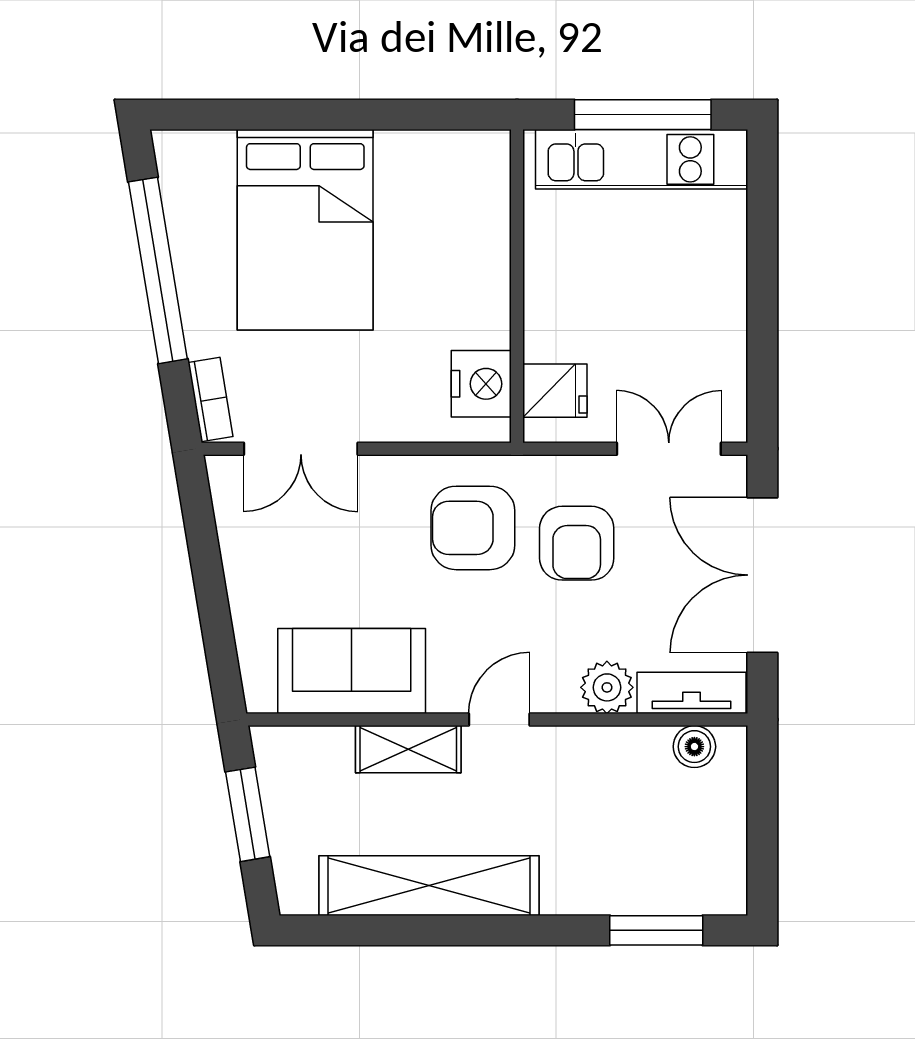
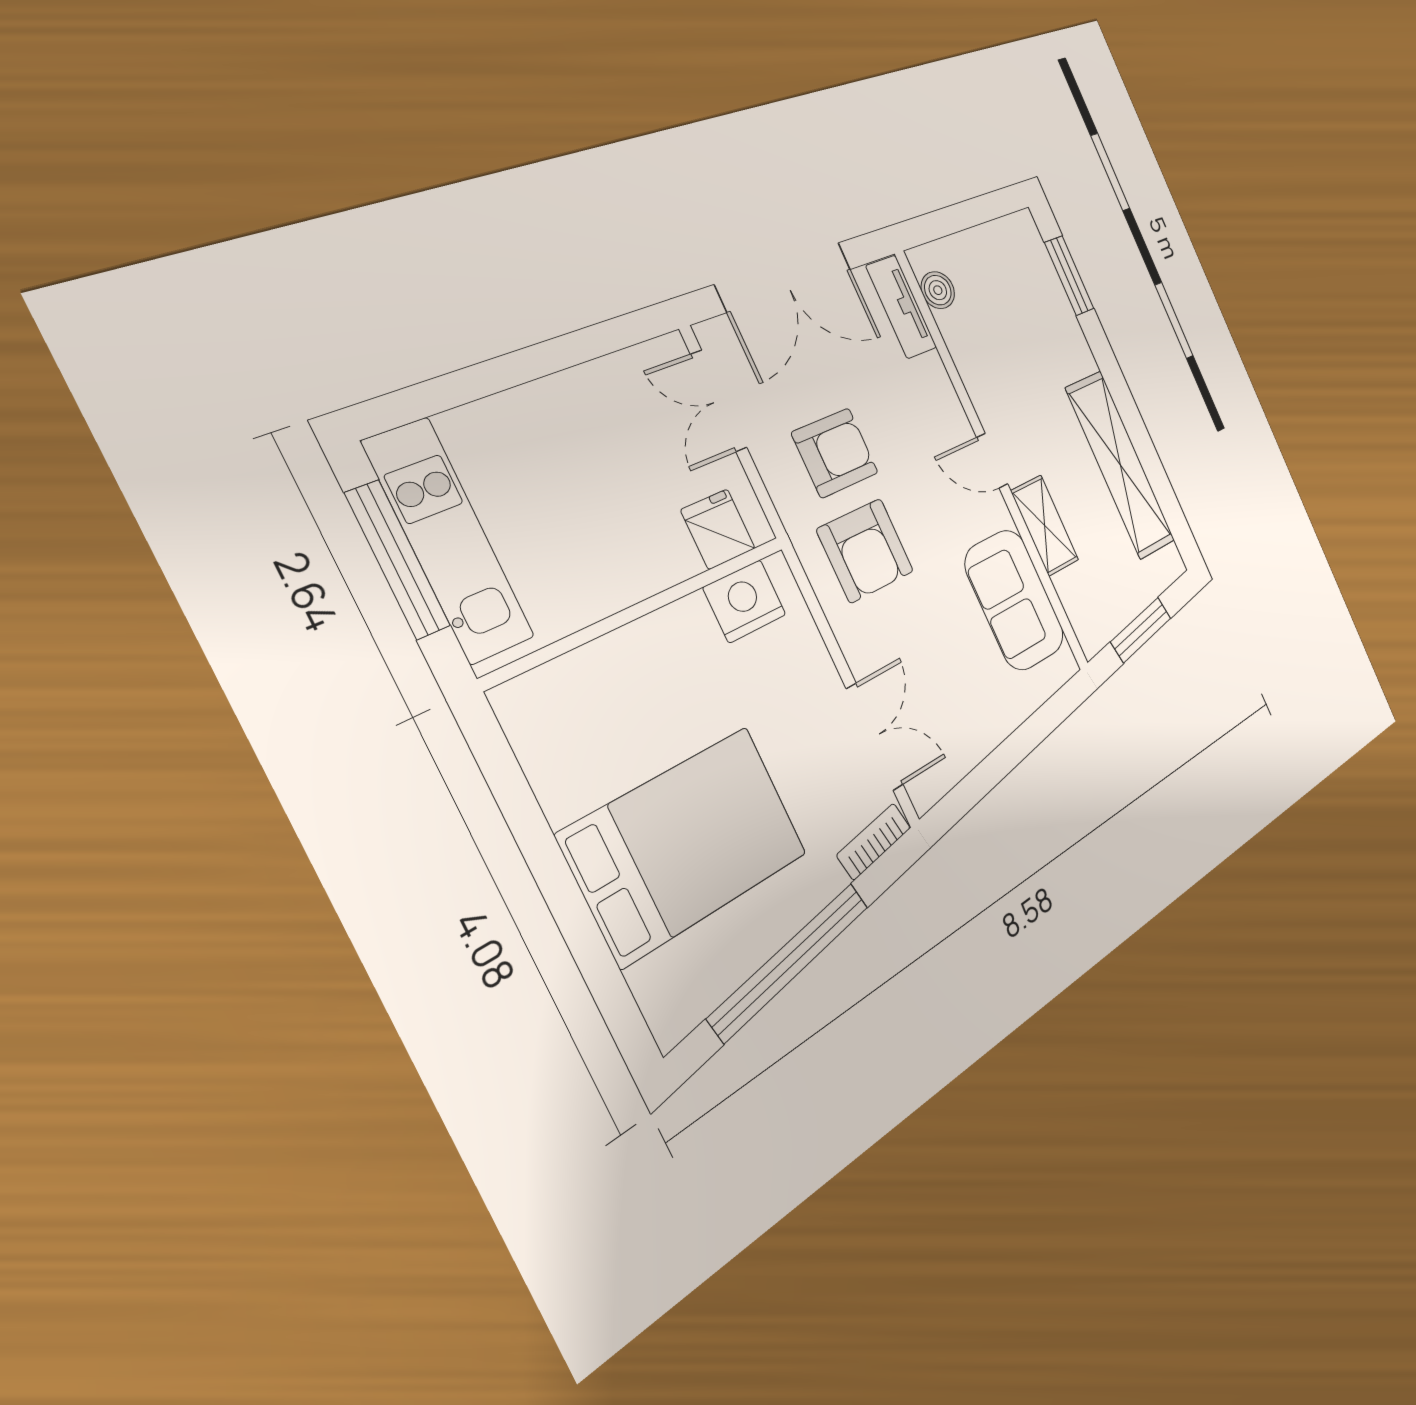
plant: (607, 687) -> (930, 380), removed

